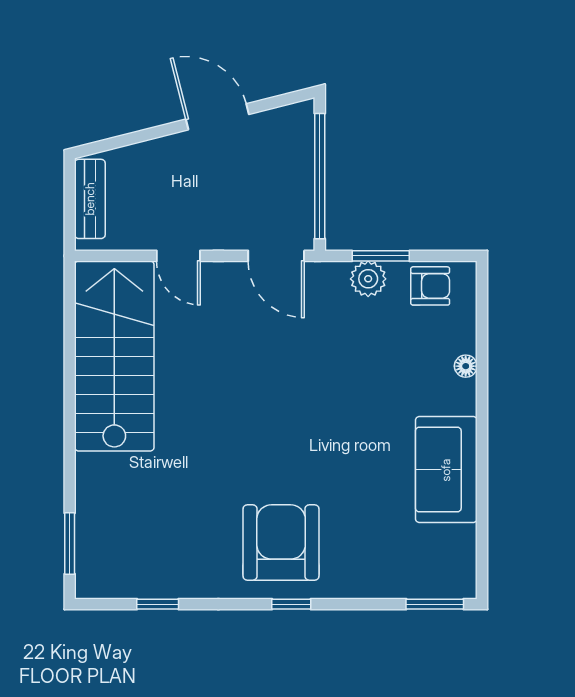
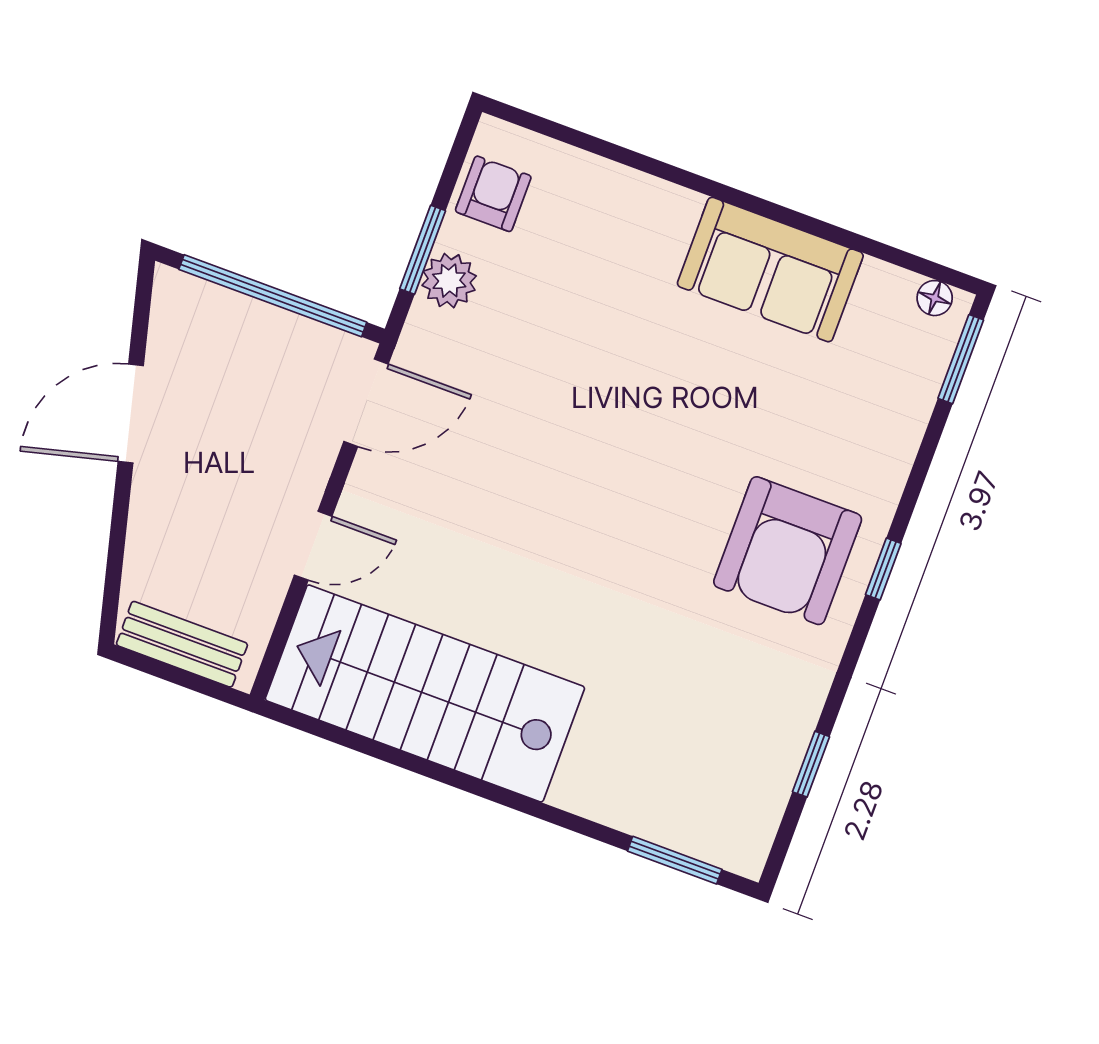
floor lamp: (466, 366) -> (935, 298), moved
armchair: (281, 543) -> (788, 551), turned -90

